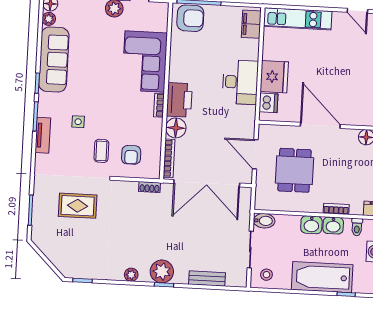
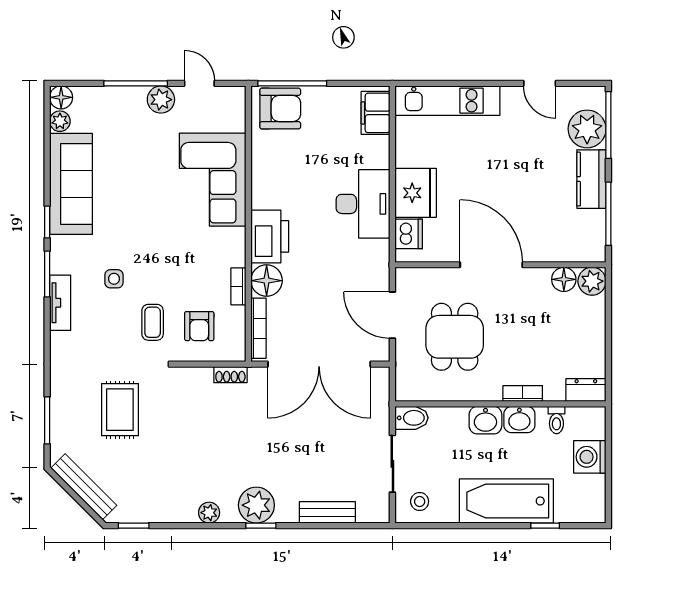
bookcase: (159, 105) -> (238, 286), moved
rug: (78, 206) -> (120, 410), turned 90
bench: (52, 254) -> (84, 487), added

